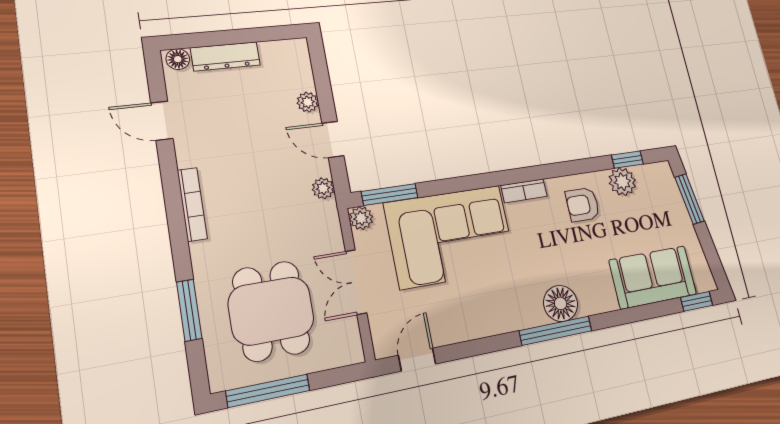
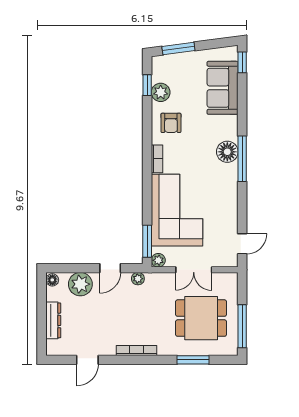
floor lamp: (178, 59) -> (52, 280), moved
plant: (308, 102) -> (80, 284), width x1.88, depth x1.88
door: (417, 360) -> (242, 244), swing flipped

